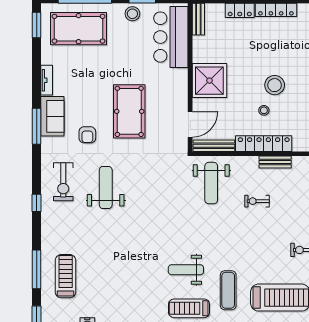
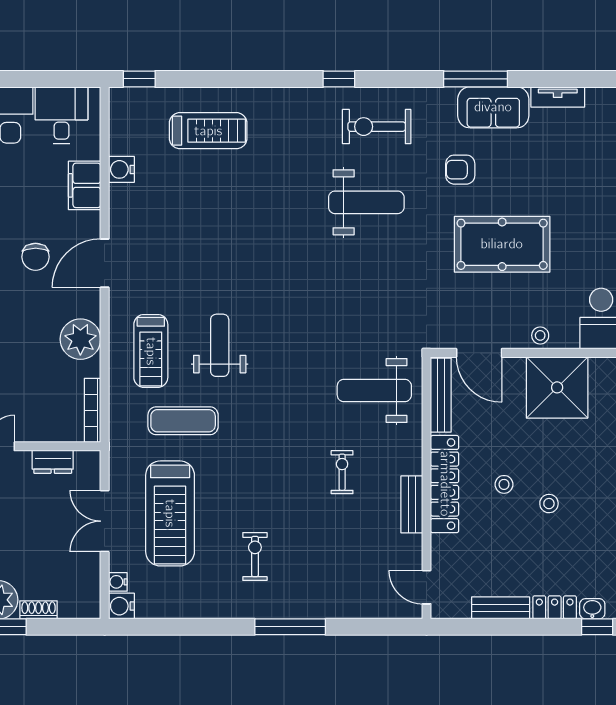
stool: (275, 85) -> (549, 504), width x0.53, depth x0.53
stool: (180, 90) -> (540, 335), added
window: (37, 269) -> (220, 79), removed
treadmill: (189, 308) -> (151, 351), turned 180

